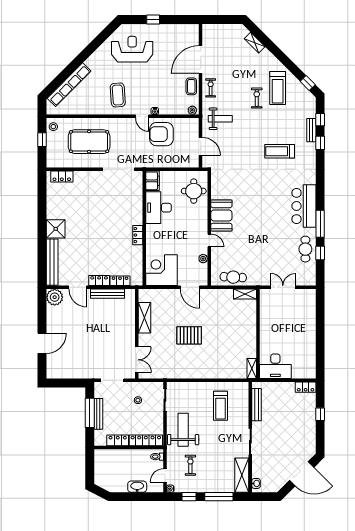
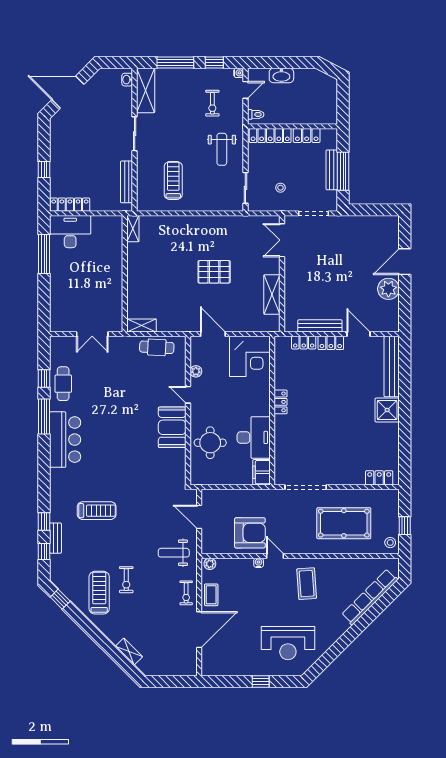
round table: (194, 191) -> (210, 443), moved
plant: (55, 297) -> (388, 289), moved
window: (320, 349) -> (44, 254), added
desk: (275, 366) -> (70, 232), moved
locker: (306, 387) -> (70, 205), width x1.53
weight bench: (183, 430) -> (222, 149), width x0.73, depth x0.75

